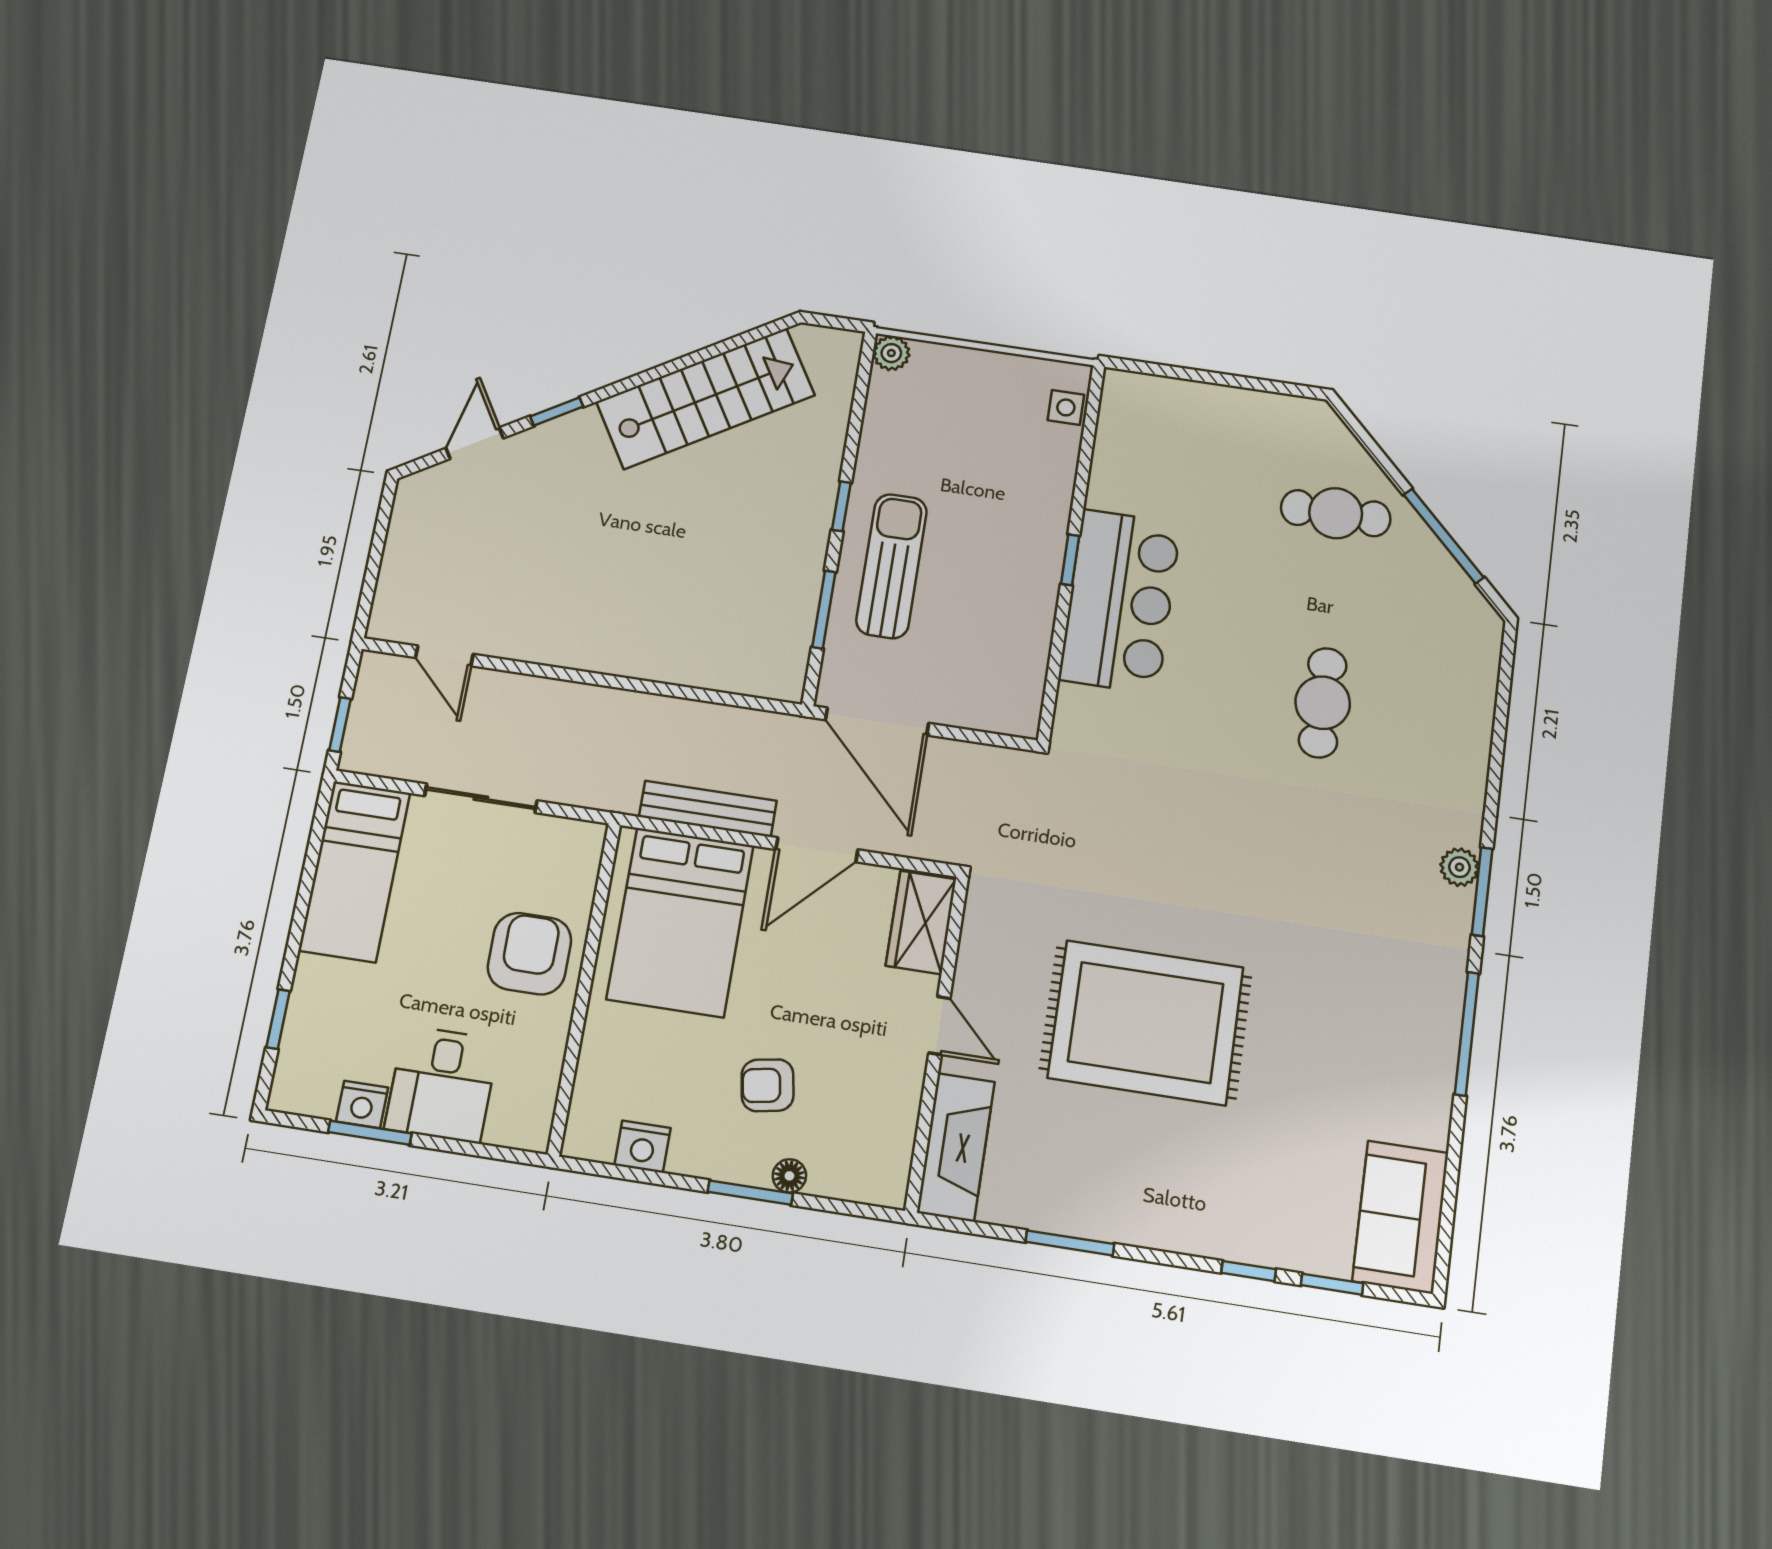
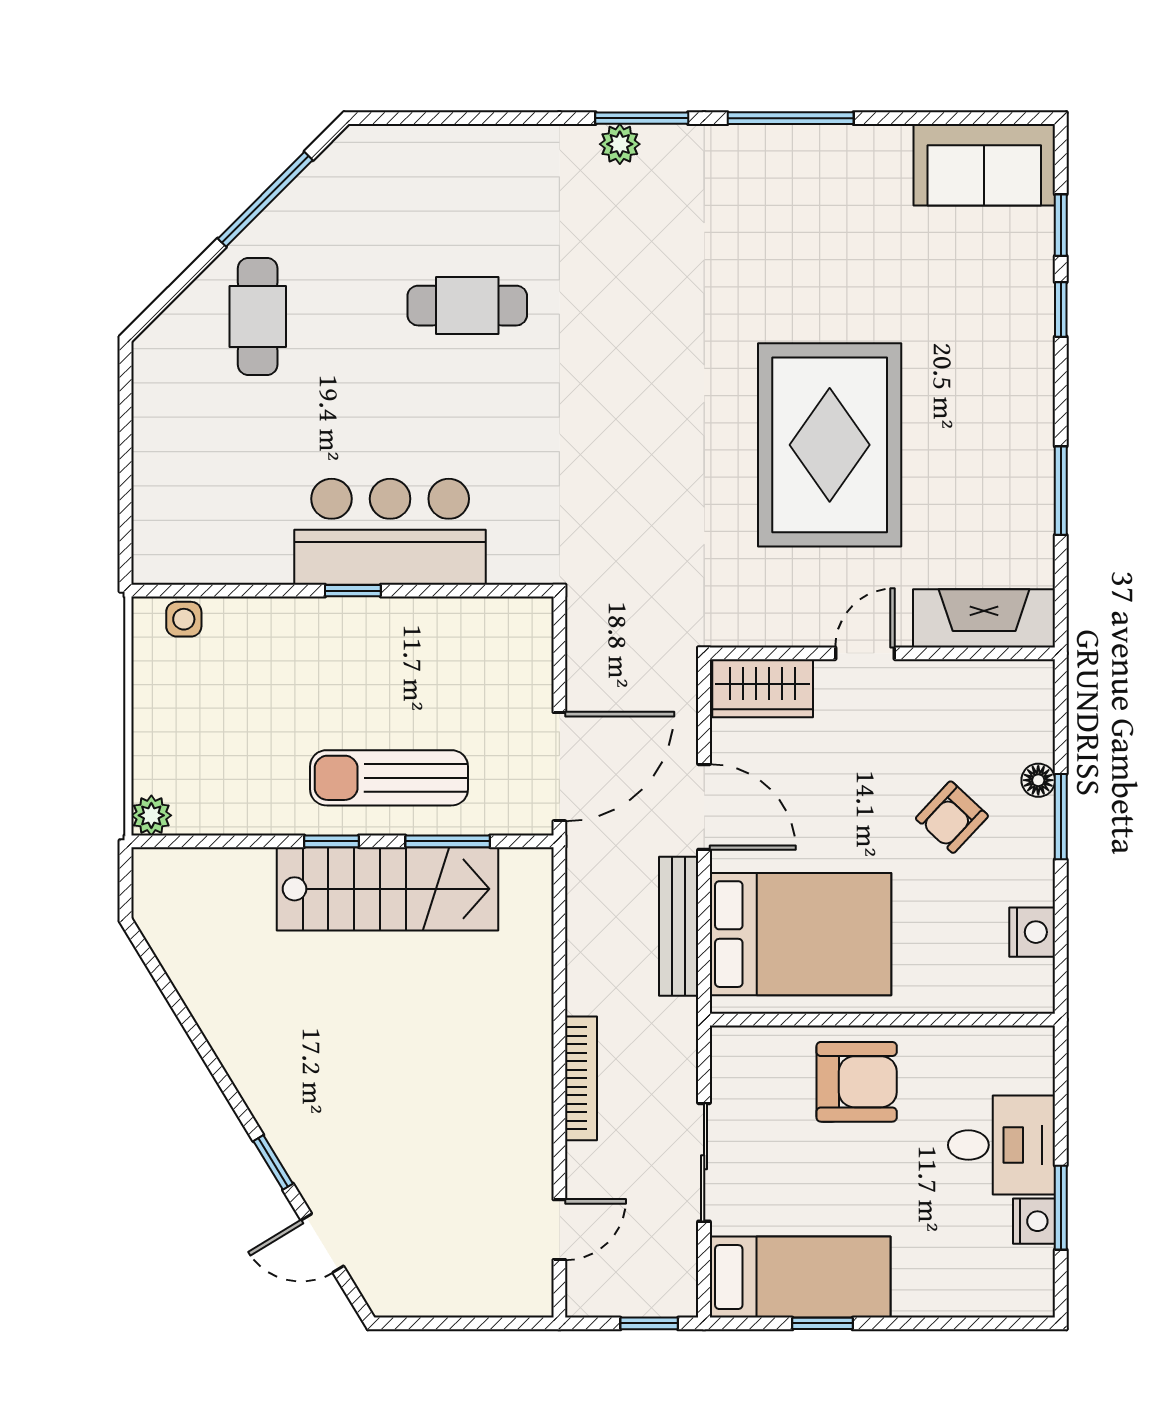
stairs: (706, 398) -> (387, 889), moved, turned 121
bookcase: (581, 697) -> (581, 1078), added
armchair: (529, 954) -> (857, 1082), turned 180
window: (278, 1019) -> (822, 1323), moved
armchair: (768, 1085) -> (952, 817), turned 53

